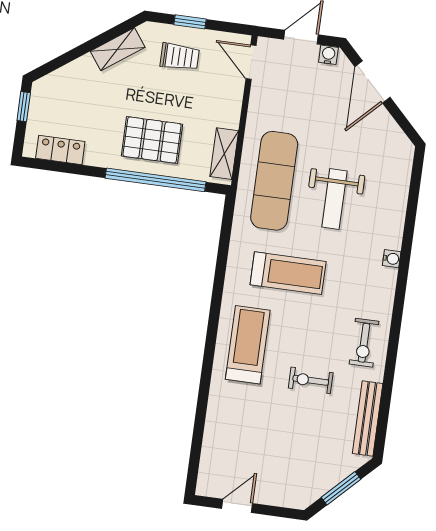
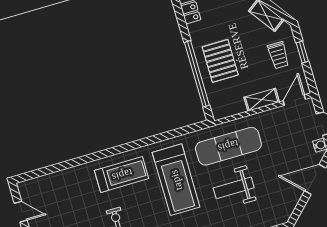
shelving: (224, 154) -> (262, 100), moved
treadmill: (288, 273) -> (176, 180), width x1.37, depth x1.38

